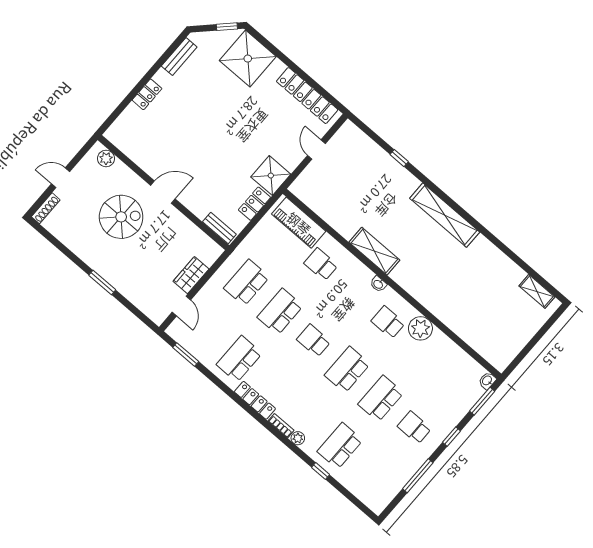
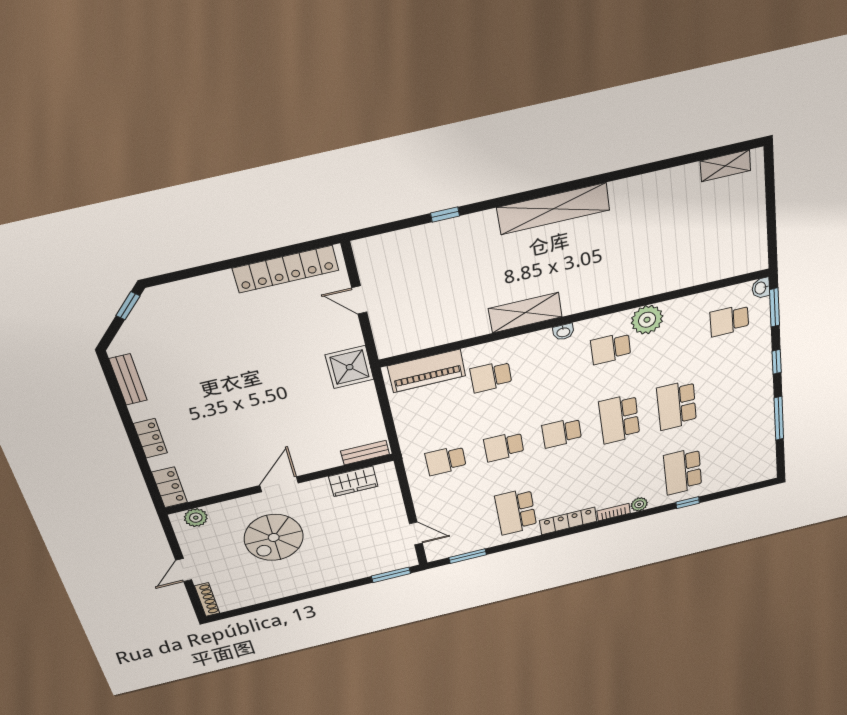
shower: (248, 59) -> (187, 307), removed
locker: (254, 204) -> (170, 487), moved, turned 180
spiral stairs: (121, 217) -> (274, 537), turned 180
wardrobe: (191, 275) -> (353, 481), moved, turned -90
window: (102, 283) -> (391, 575), moved
school desk: (247, 283) -> (446, 460), width x0.54
school desk: (280, 312) -> (504, 447), width x0.54
school desk: (414, 428) -> (729, 320), moved

